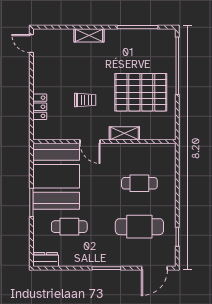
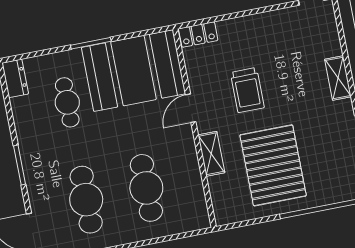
trolley: (85, 100) -> (247, 90), width x1.36, depth x1.39
locker: (40, 107) -> (198, 34), moved
cafe table: (139, 183) -> (146, 188), width x1.37, depth x1.35

